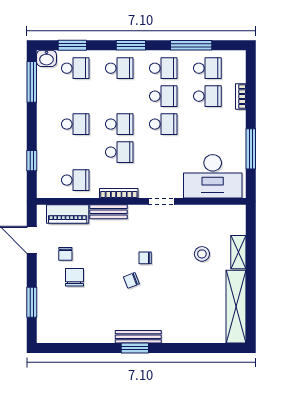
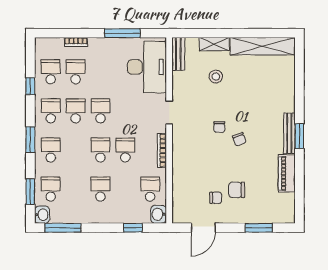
window: (191, 45) -> (30, 86), width x0.46
washbasin: (47, 189) -> (158, 214), added
bench: (109, 212) -> (178, 54), moved
piano: (68, 214) -> (287, 173), moved, turned 180

